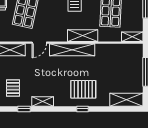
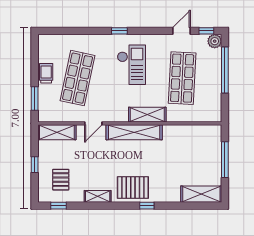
shelving: (132, 37) -> (209, 116), removed
pallet: (83, 89) -> (133, 188), moved
window: (24, 109) -> (59, 206), moved

